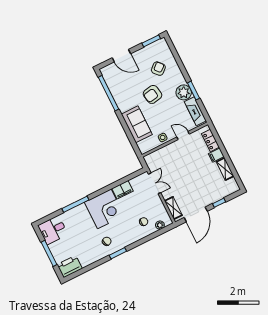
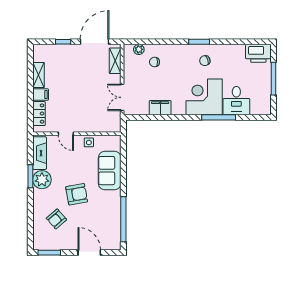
corner desk: (104, 209) -> (204, 97), moved
desk: (53, 230) -> (236, 101), moved, turned 90

